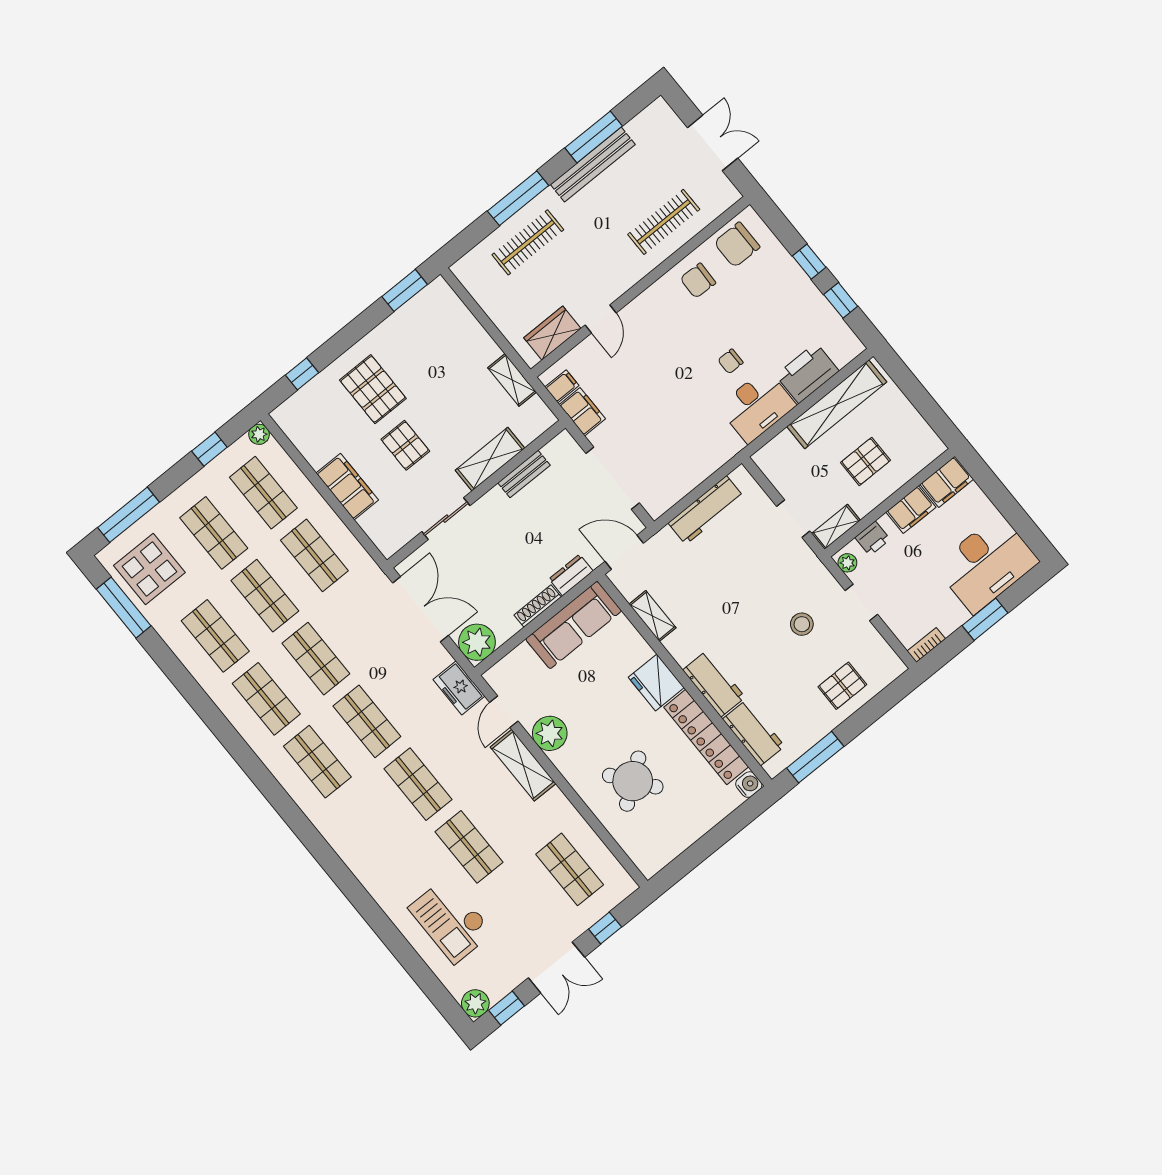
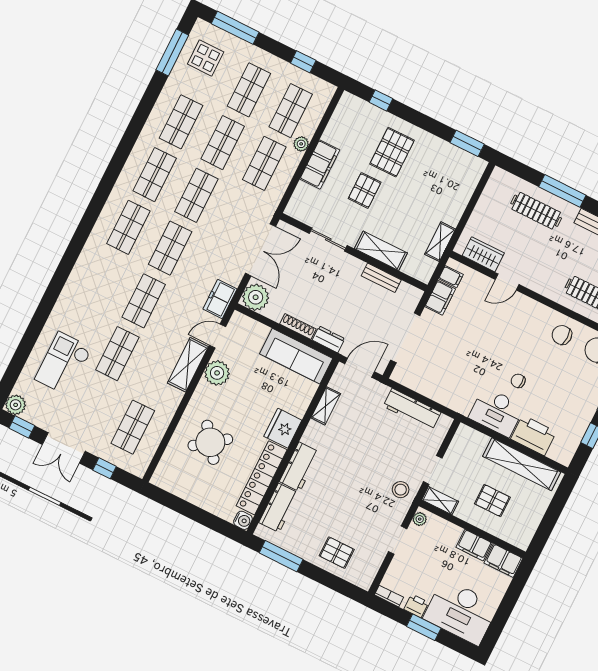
plant: (259, 434) -> (301, 144), moved
printer: (873, 538) -> (416, 606), moved, turned 180
door: (624, 552) -> (360, 368), hinge flipped
display table: (149, 569) -> (206, 58), width x0.73, depth x0.73
stool: (802, 624) -> (401, 490), moved

